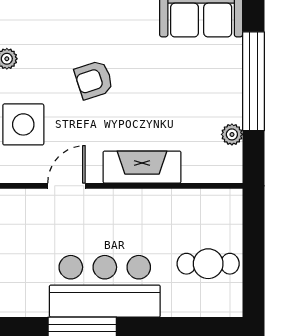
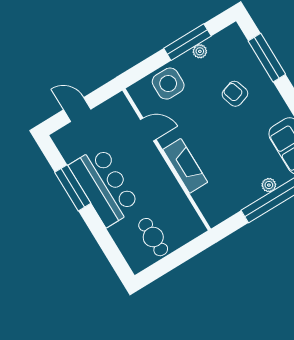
armchair: (94, 80) -> (235, 94), moved
plant: (232, 134) -> (269, 185), moved

